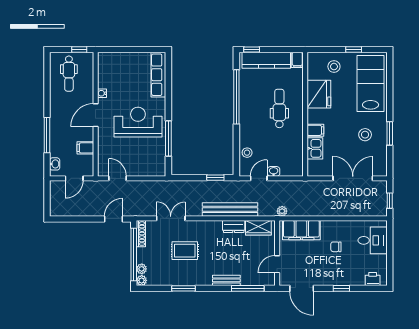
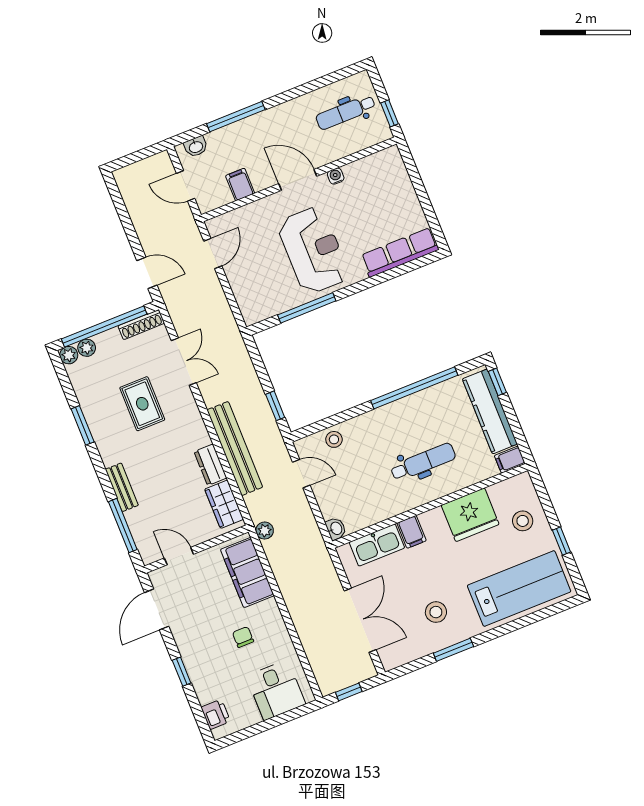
kitchen sink: (315, 148) -> (377, 545), width x1.38
washbasin: (274, 171) -> (336, 529), moved

